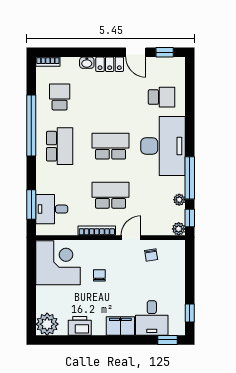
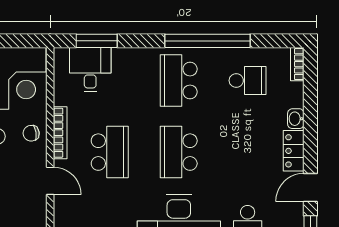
school desk: (60, 146) -> (179, 80), turned 90
school desk: (111, 146) -> (179, 152), turned 180
chair: (151, 255) -> (31, 133), moved

